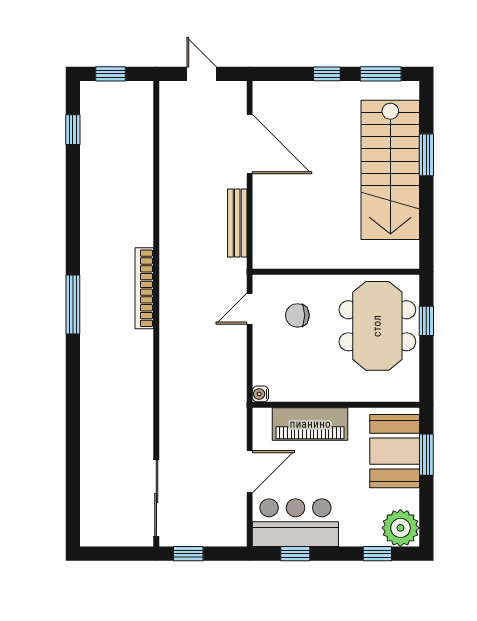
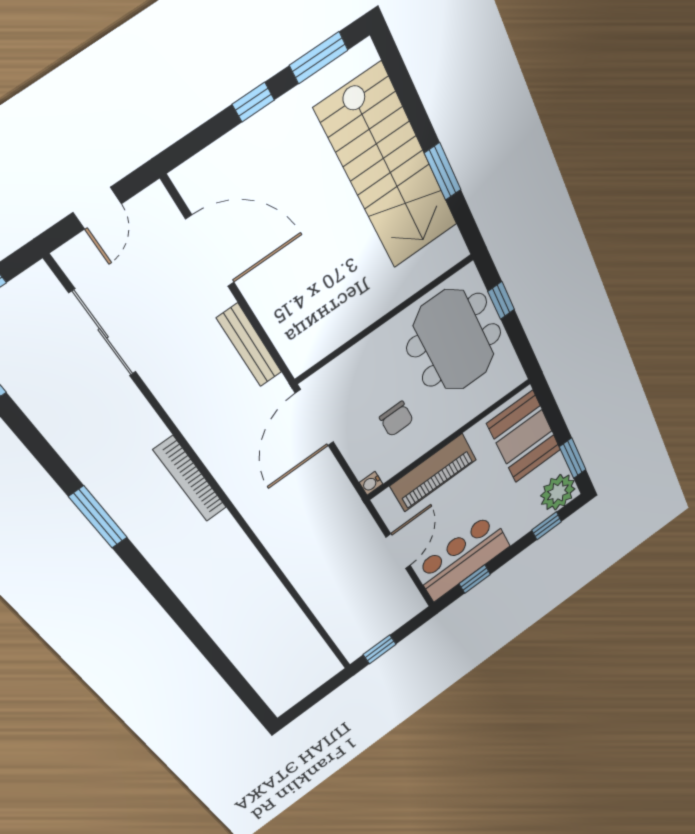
door: (202, 74) -> (97, 208), swing flipped
window: (426, 155) -> (443, 172), moved
window: (73, 304) -> (98, 517), moved
door: (250, 309) -> (315, 418), width x1.88
chair: (297, 315) -> (396, 419), moved, turned -90
window: (426, 455) -> (573, 458), moved
sliding door: (156, 498) -> (103, 333), moved

